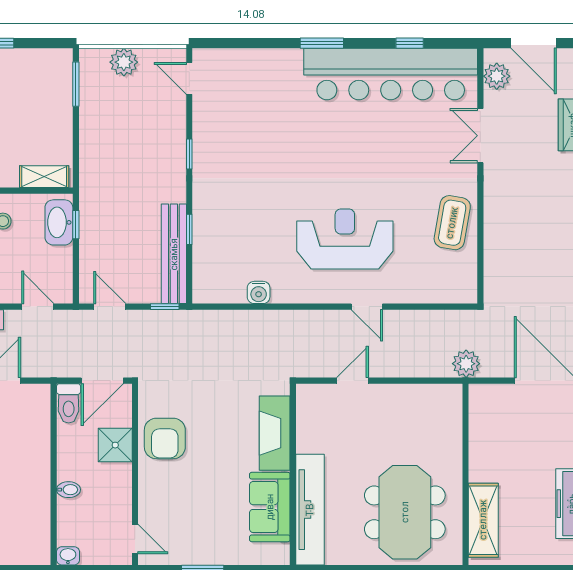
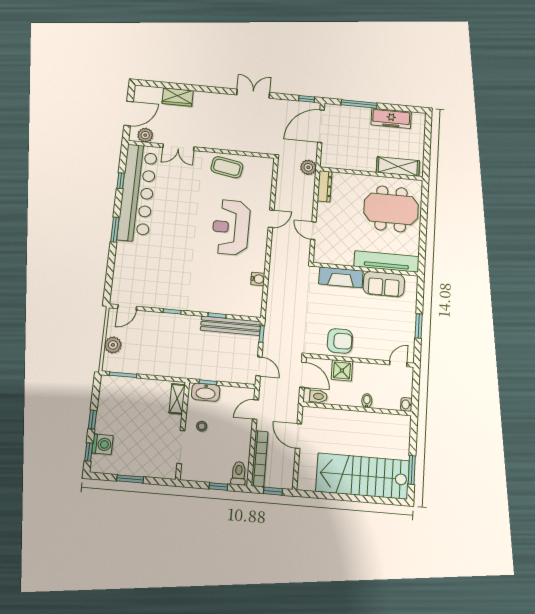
door: (110, 307) -> (259, 366), swing flipped
dresser: (435, 395) -> (325, 186), added

